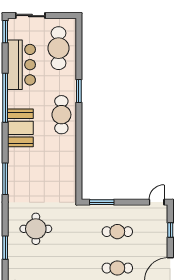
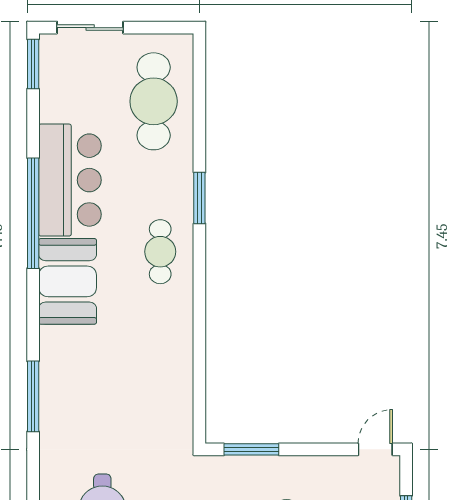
bar counter: (21, 65) -> (70, 180), moved
cafe table: (61, 115) -> (160, 252), width x0.73, depth x0.74

